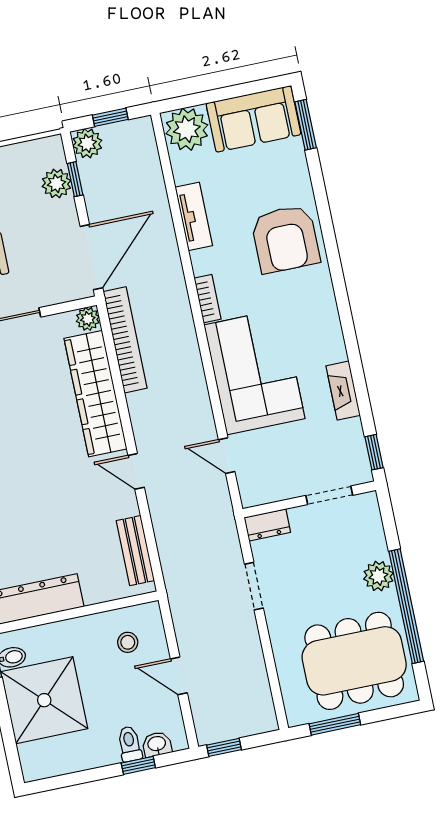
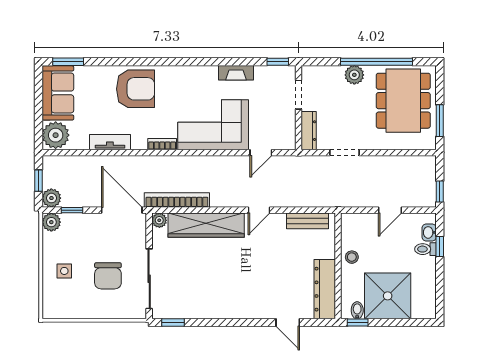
plant: (57, 183) -> (51, 222), moved
dresser: (267, 525) -> (309, 131), width x1.44
stool: (128, 642) -> (352, 257), moved

